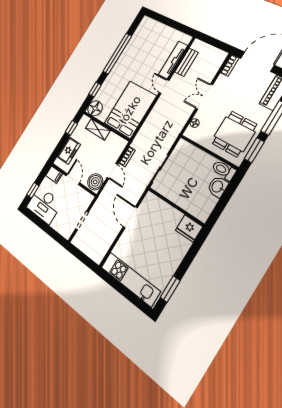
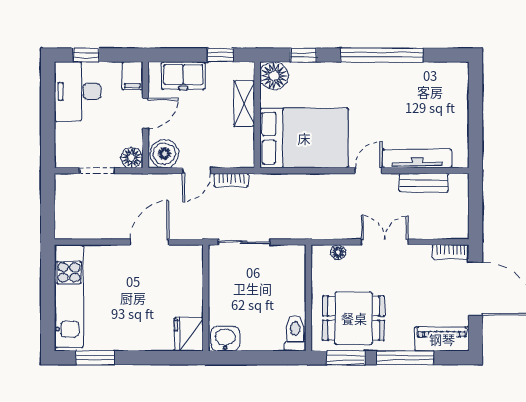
washbasin: (218, 187) -> (225, 339), moved
floor lamp: (87, 199) -> (131, 158), added

